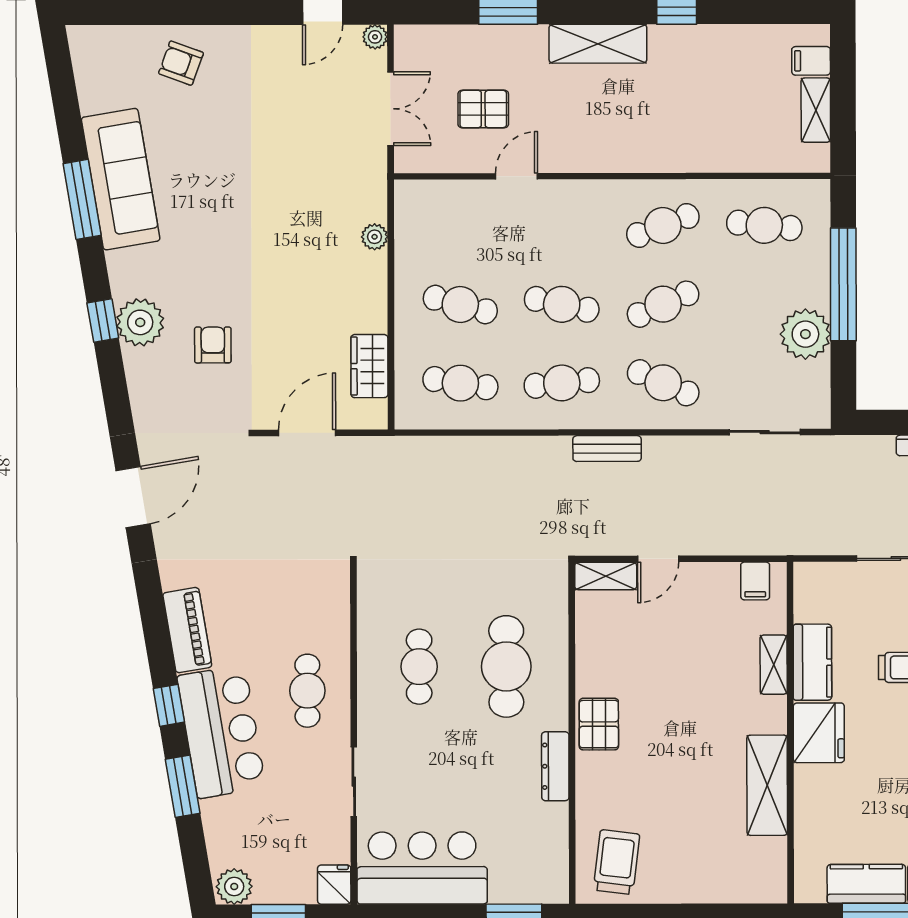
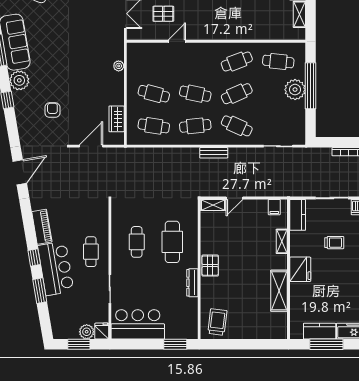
plant: (140, 322) -> (19, 80), moved
plant: (805, 334) -> (295, 90), moved
kitchen counter: (812, 662) -> (298, 215), moved
plant: (234, 887) -> (87, 332), moved

